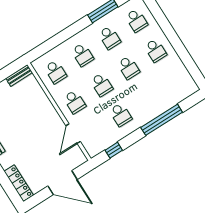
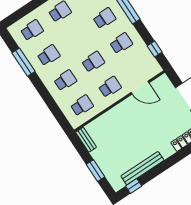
school desk: (129, 68) -> (104, 18), moved

